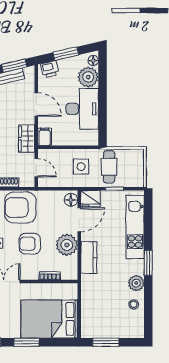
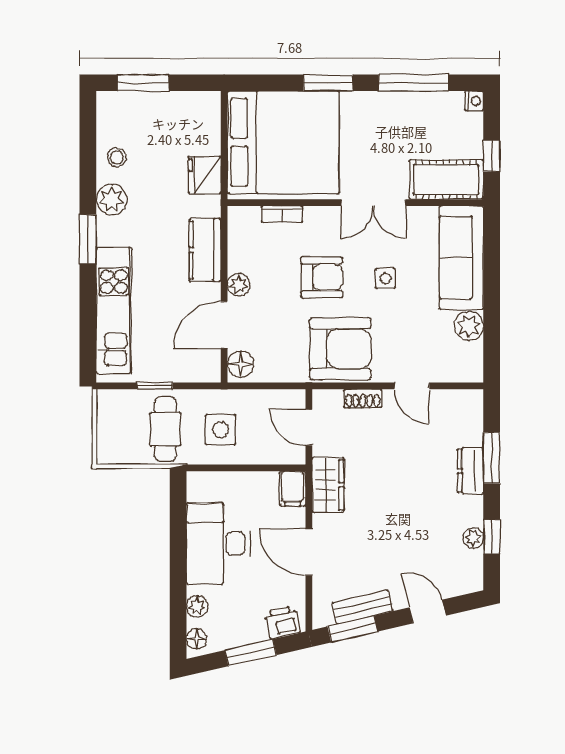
plant: (88, 77) -> (197, 606), width x0.53, depth x0.53
fridge: (90, 199) -> (205, 175), moved, turned -90
plant: (67, 245) -> (239, 285), width x0.53, depth x0.53
bed: (49, 319) -> (283, 142), width x1.36
window: (106, 342) -> (143, 83), moved

